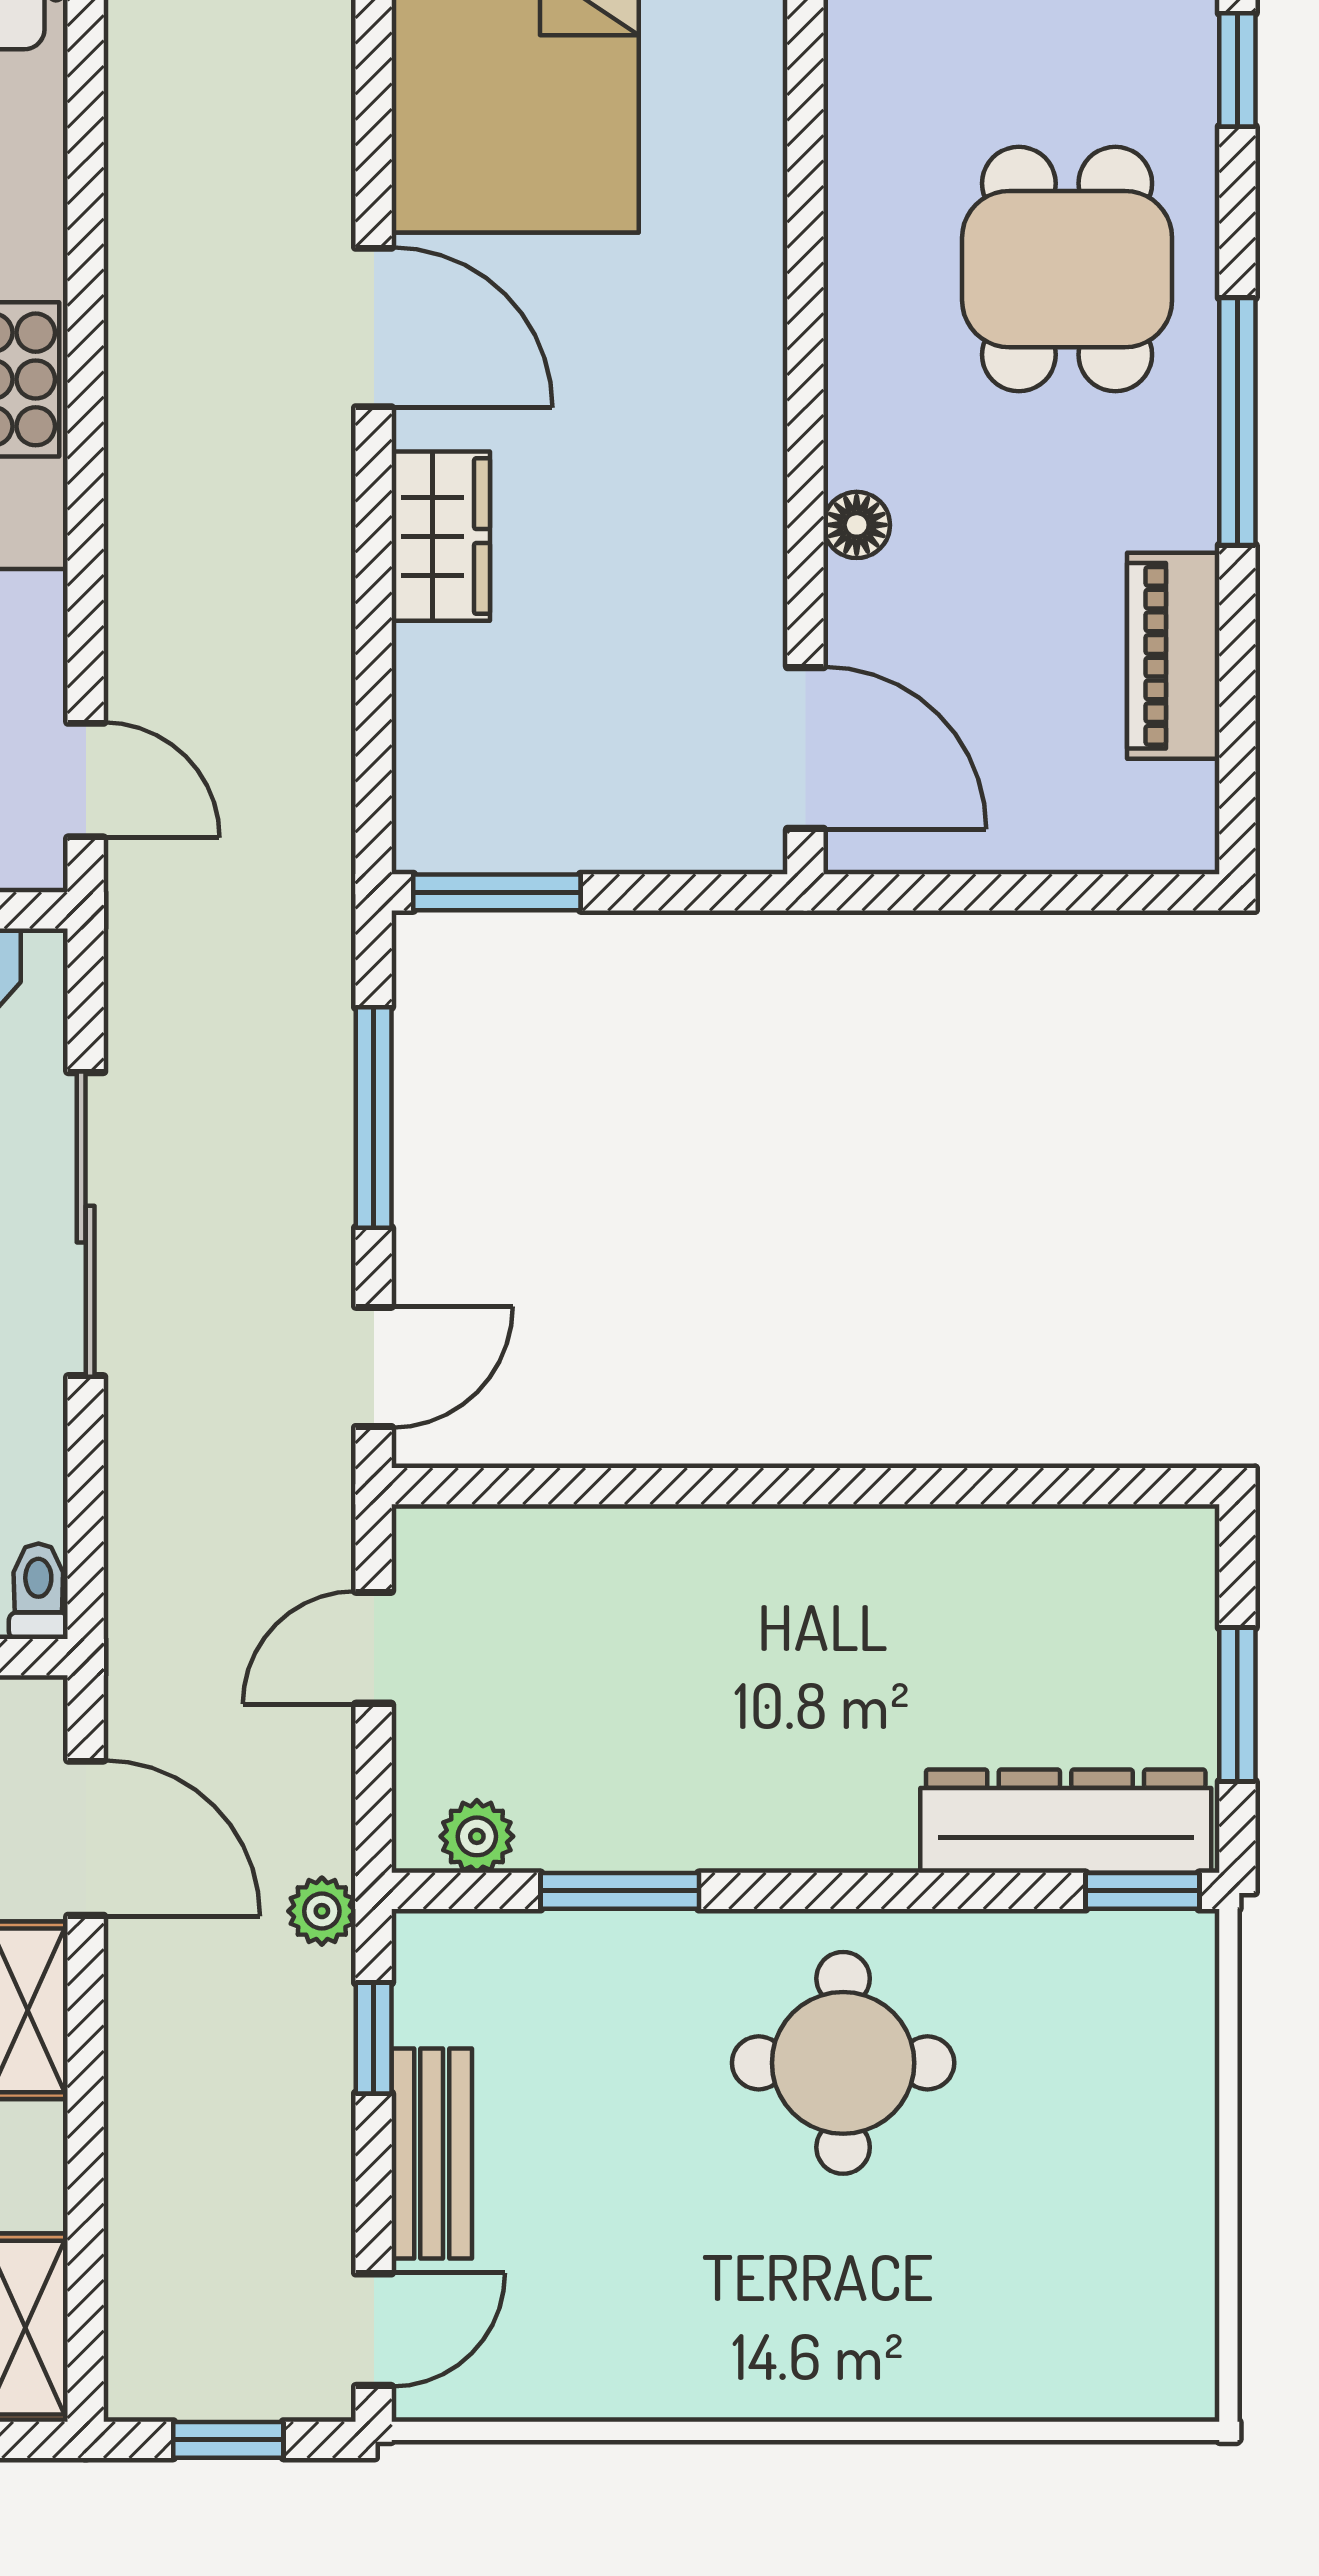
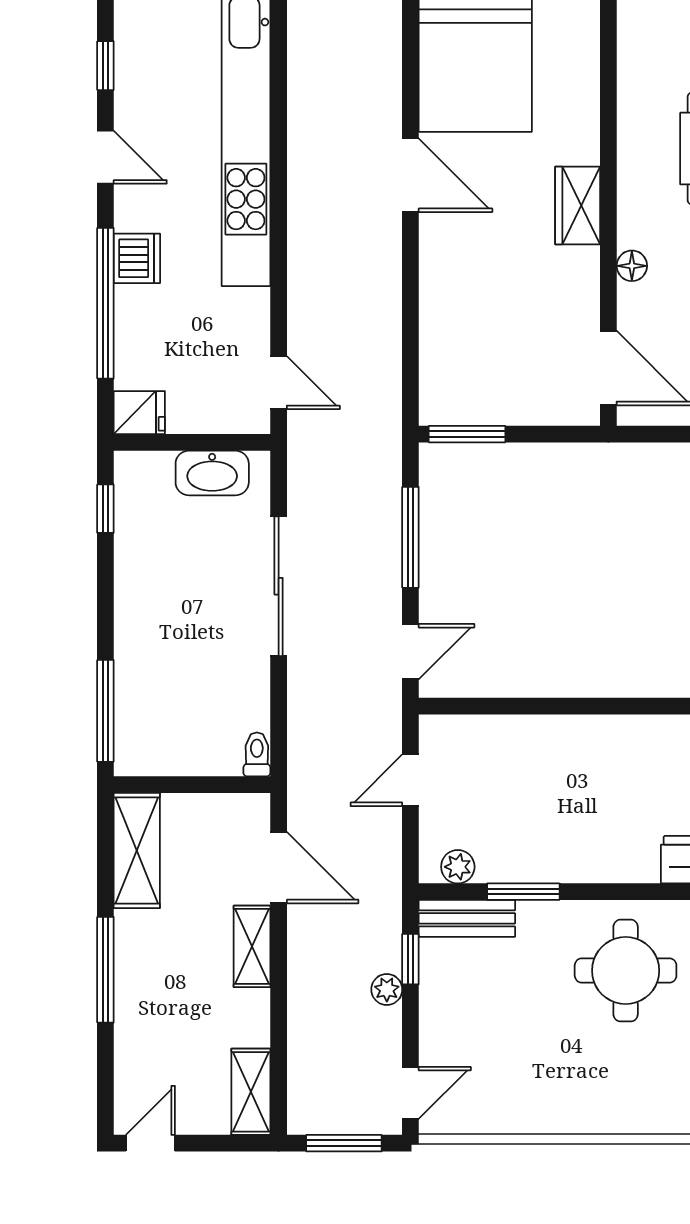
wardrobe: (441, 536) -> (578, 206), moved, turned 180
plant: (322, 1911) -> (387, 989), moved
bench: (432, 2153) -> (467, 918), moved, turned 90
window: (228, 2440) -> (344, 1143), width x1.50

